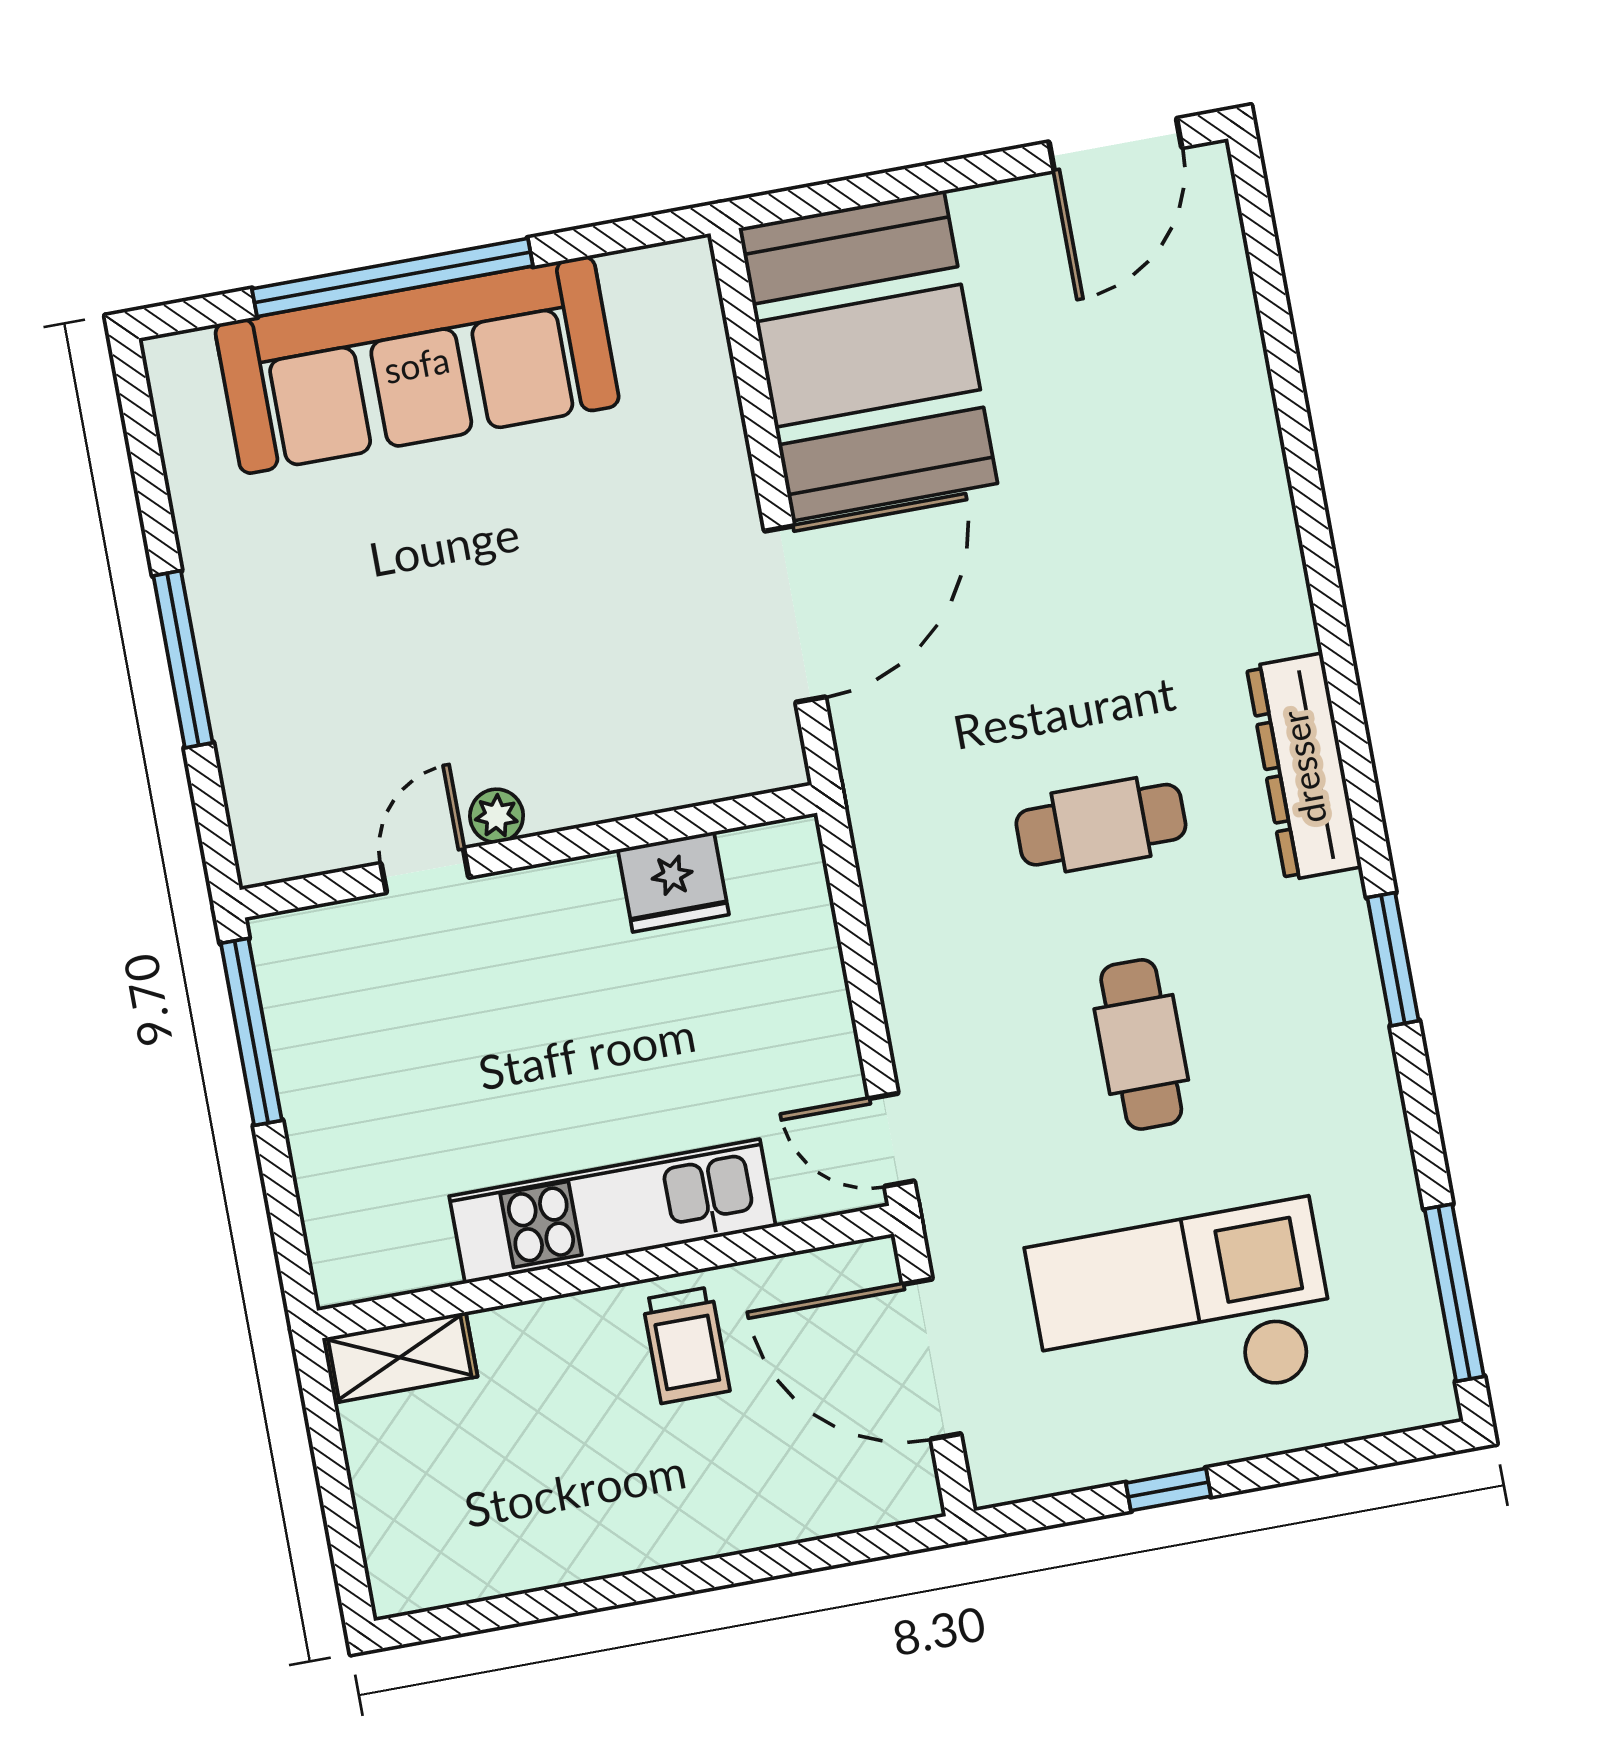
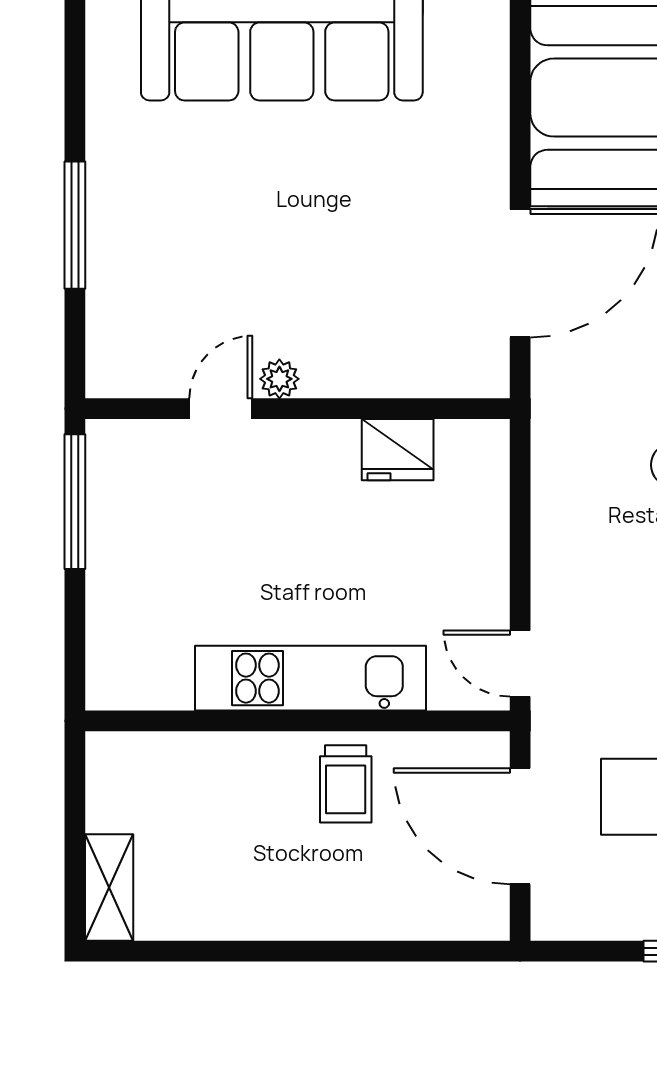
shelving: (400, 1358) -> (109, 888), moved, turned 90

